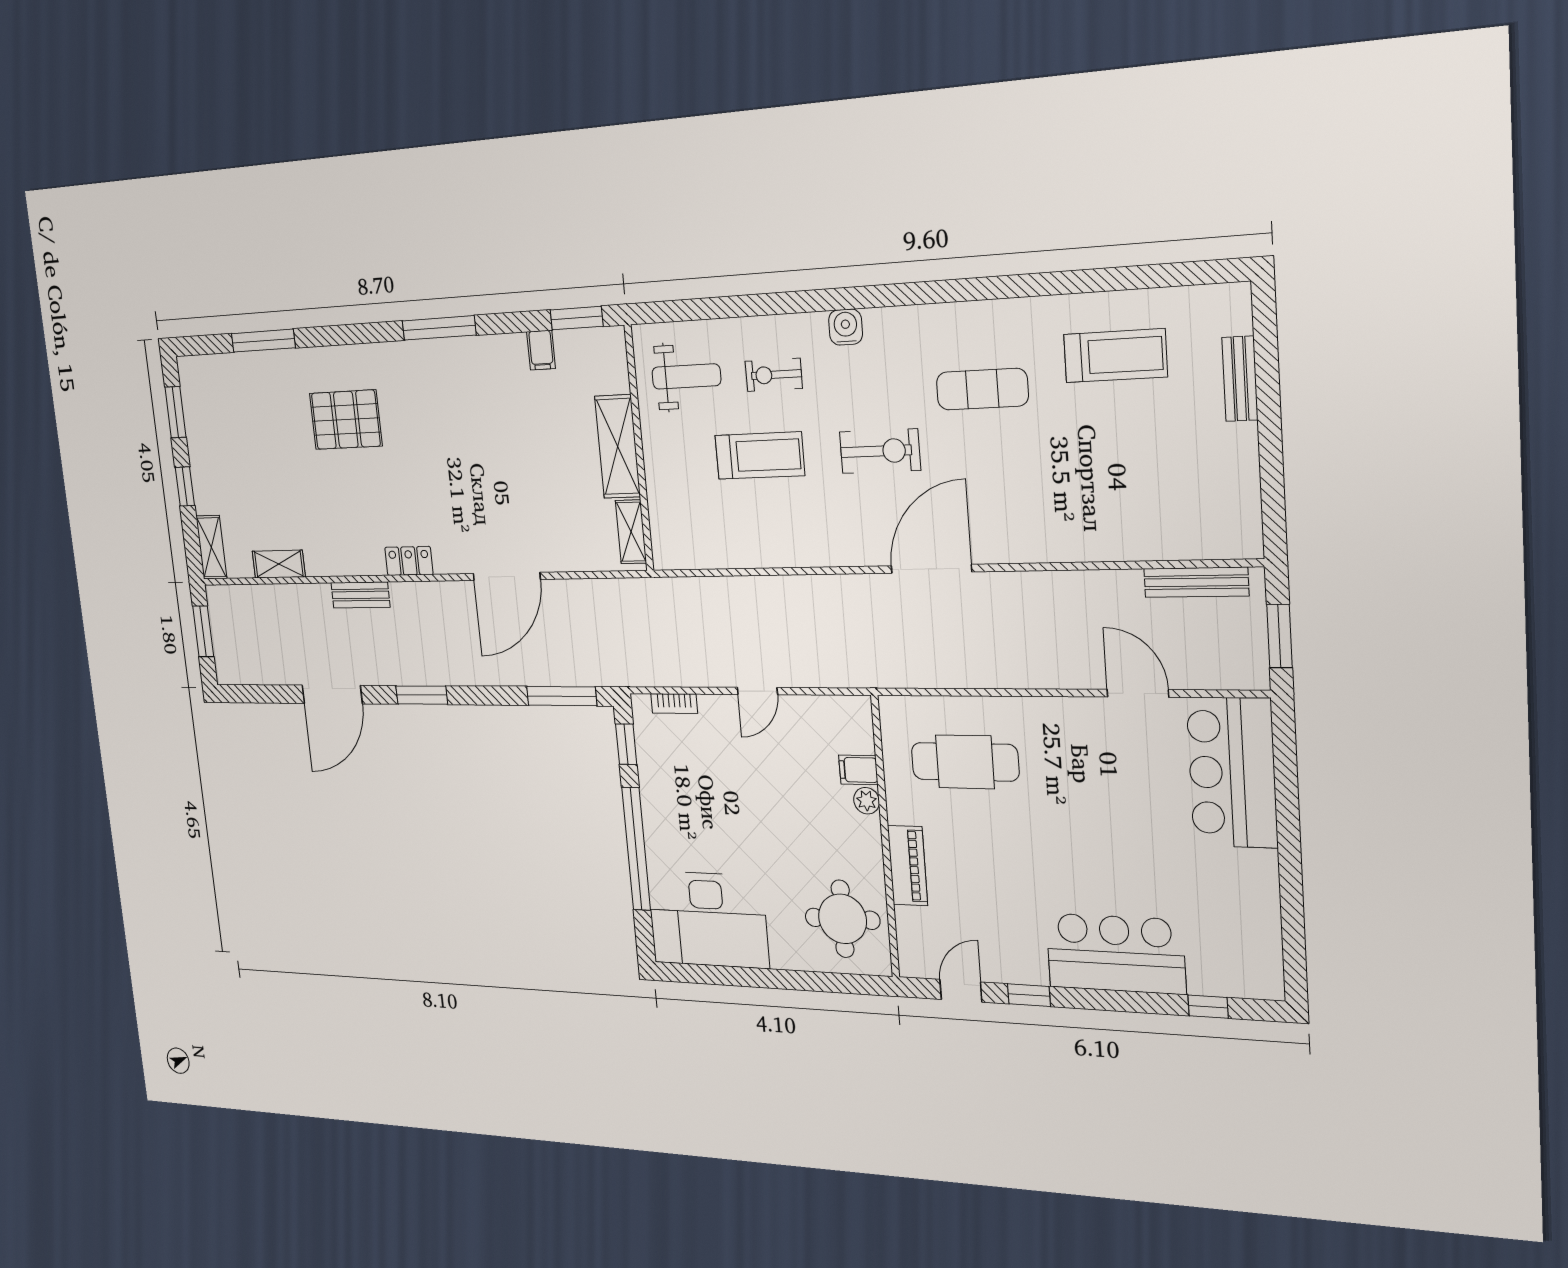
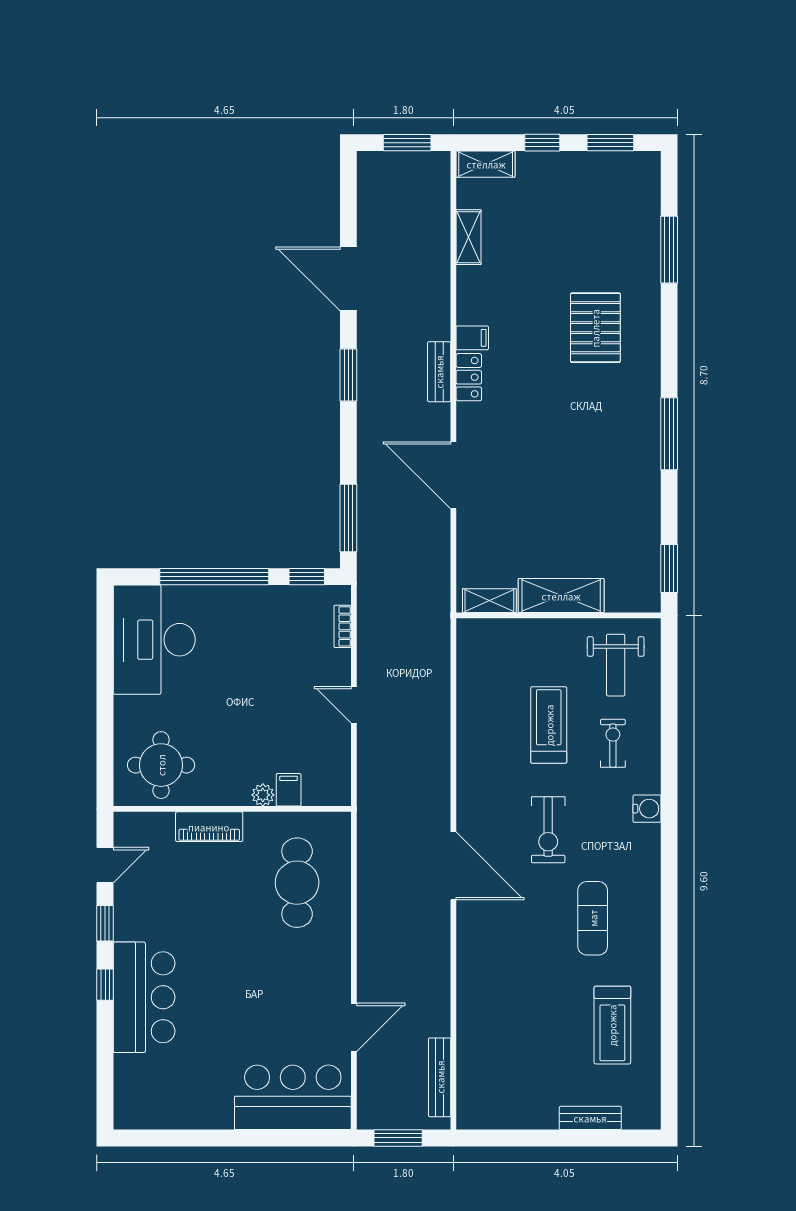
filing cabinet: (541, 350) -> (472, 338), moved, turned 180
treadmill: (760, 455) -> (549, 725), turned 180
bench: (360, 595) -> (439, 372), moved
door: (961, 991) -> (105, 865), hinge flipped
window: (1208, 1007) -> (105, 985), moved

